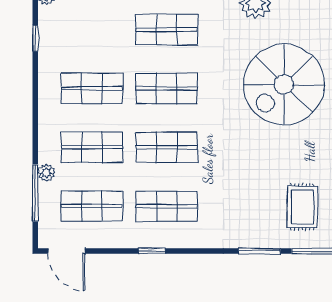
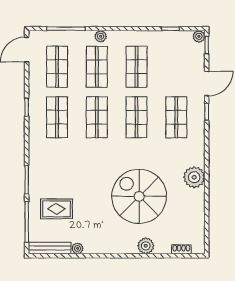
plant: (47, 173) -> (101, 36), moved

